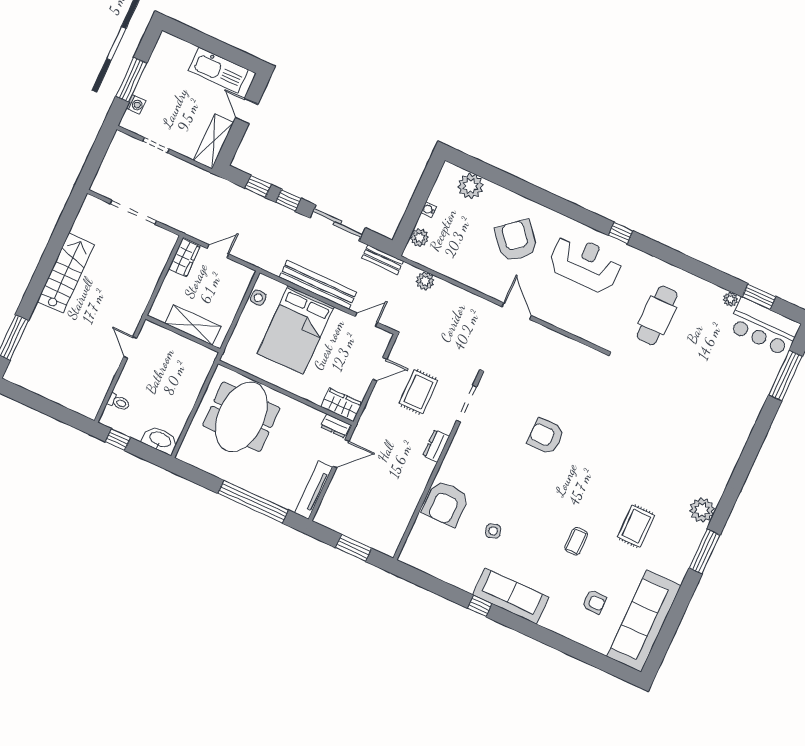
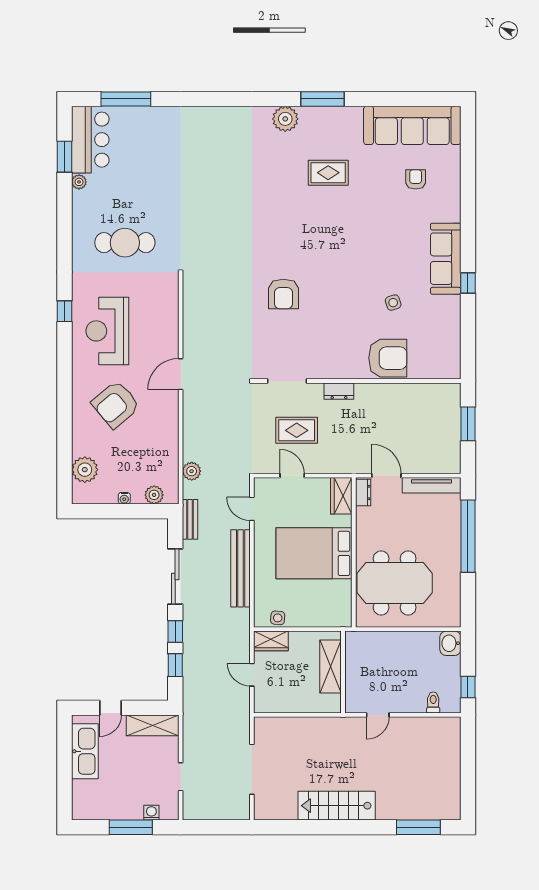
wardrobe: (184, 258) -> (271, 641), moved, turned 180
bed: (296, 330) -> (314, 553), moved, turned 180
washbasin: (160, 440) -> (450, 643), width x0.72
coffee table: (576, 541) -> (367, 222), removed

